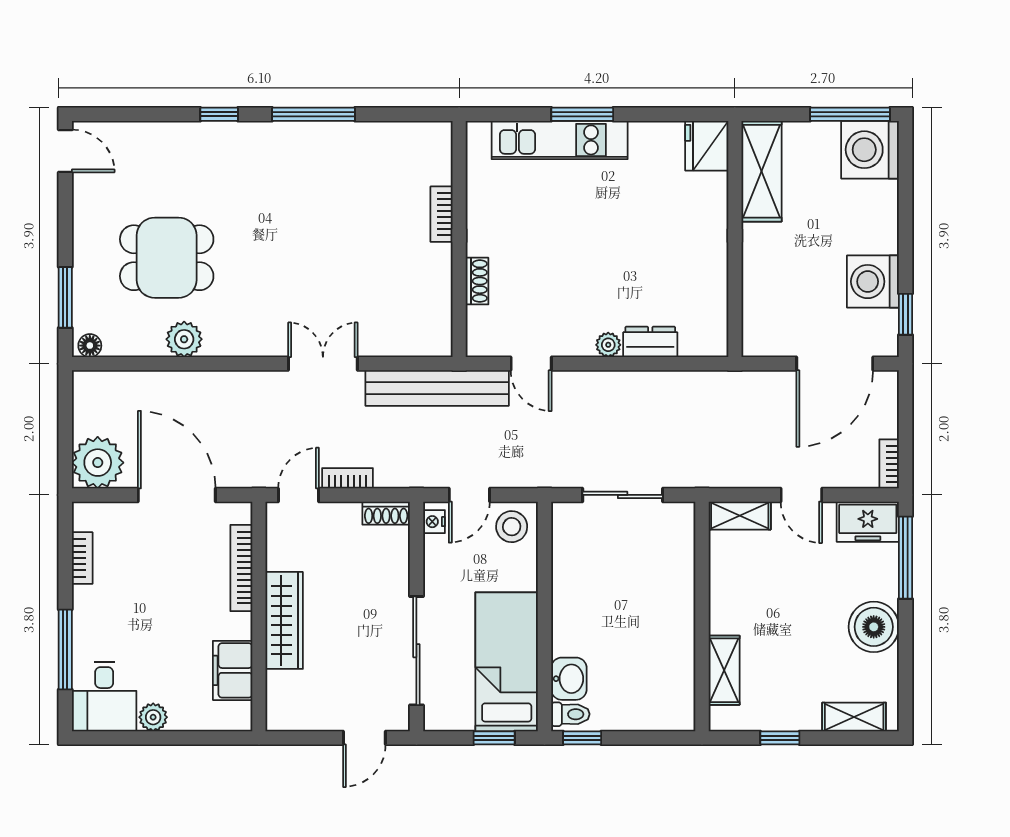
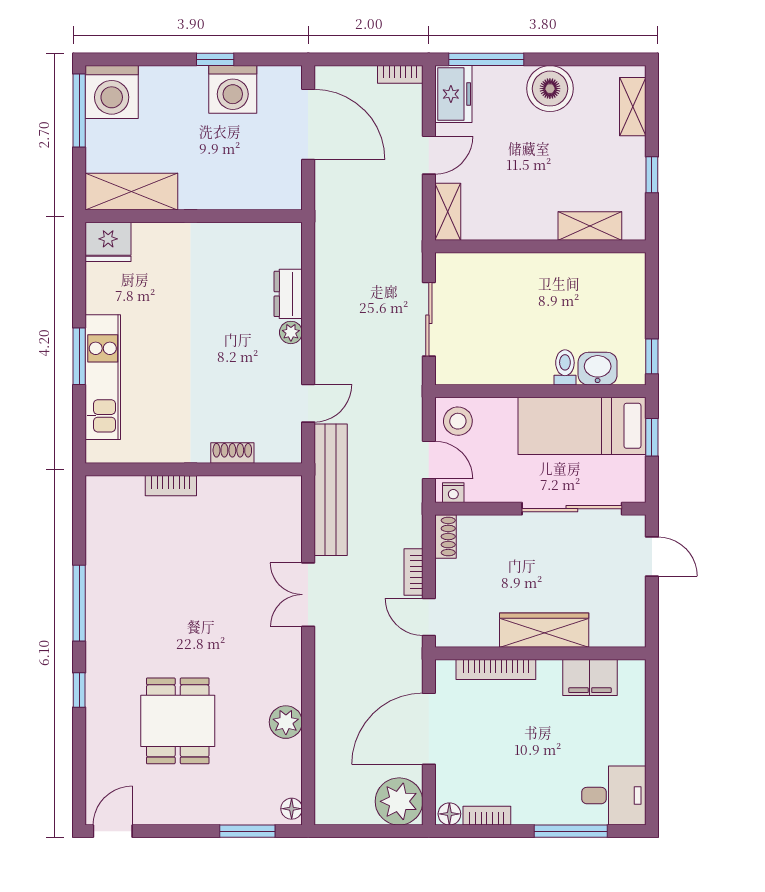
dining table: (167, 258) -> (178, 721), moved
window: (905, 314) -> (215, 59), moved
floor lamp: (84, 517) -> (449, 814), added
toilet: (570, 714) -> (565, 367), moved
plant: (153, 717) -> (633, 751), removed

